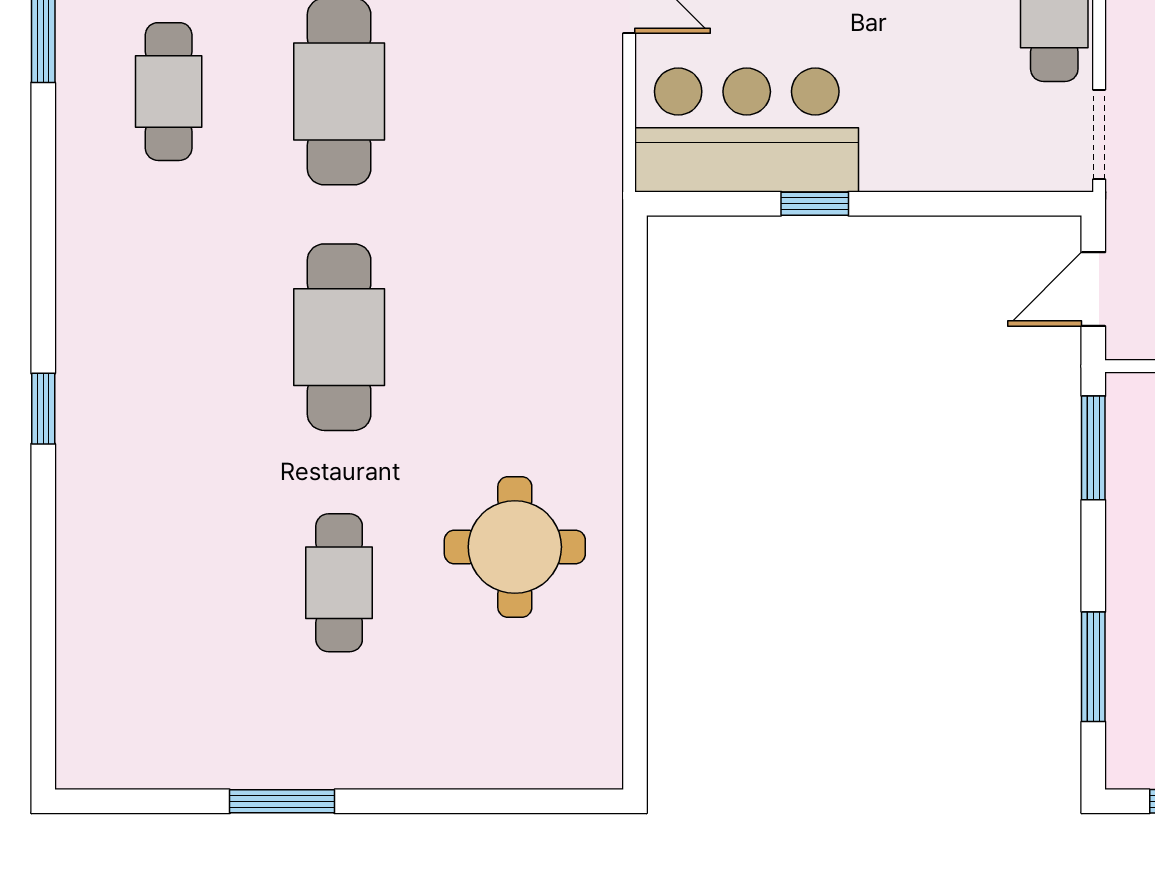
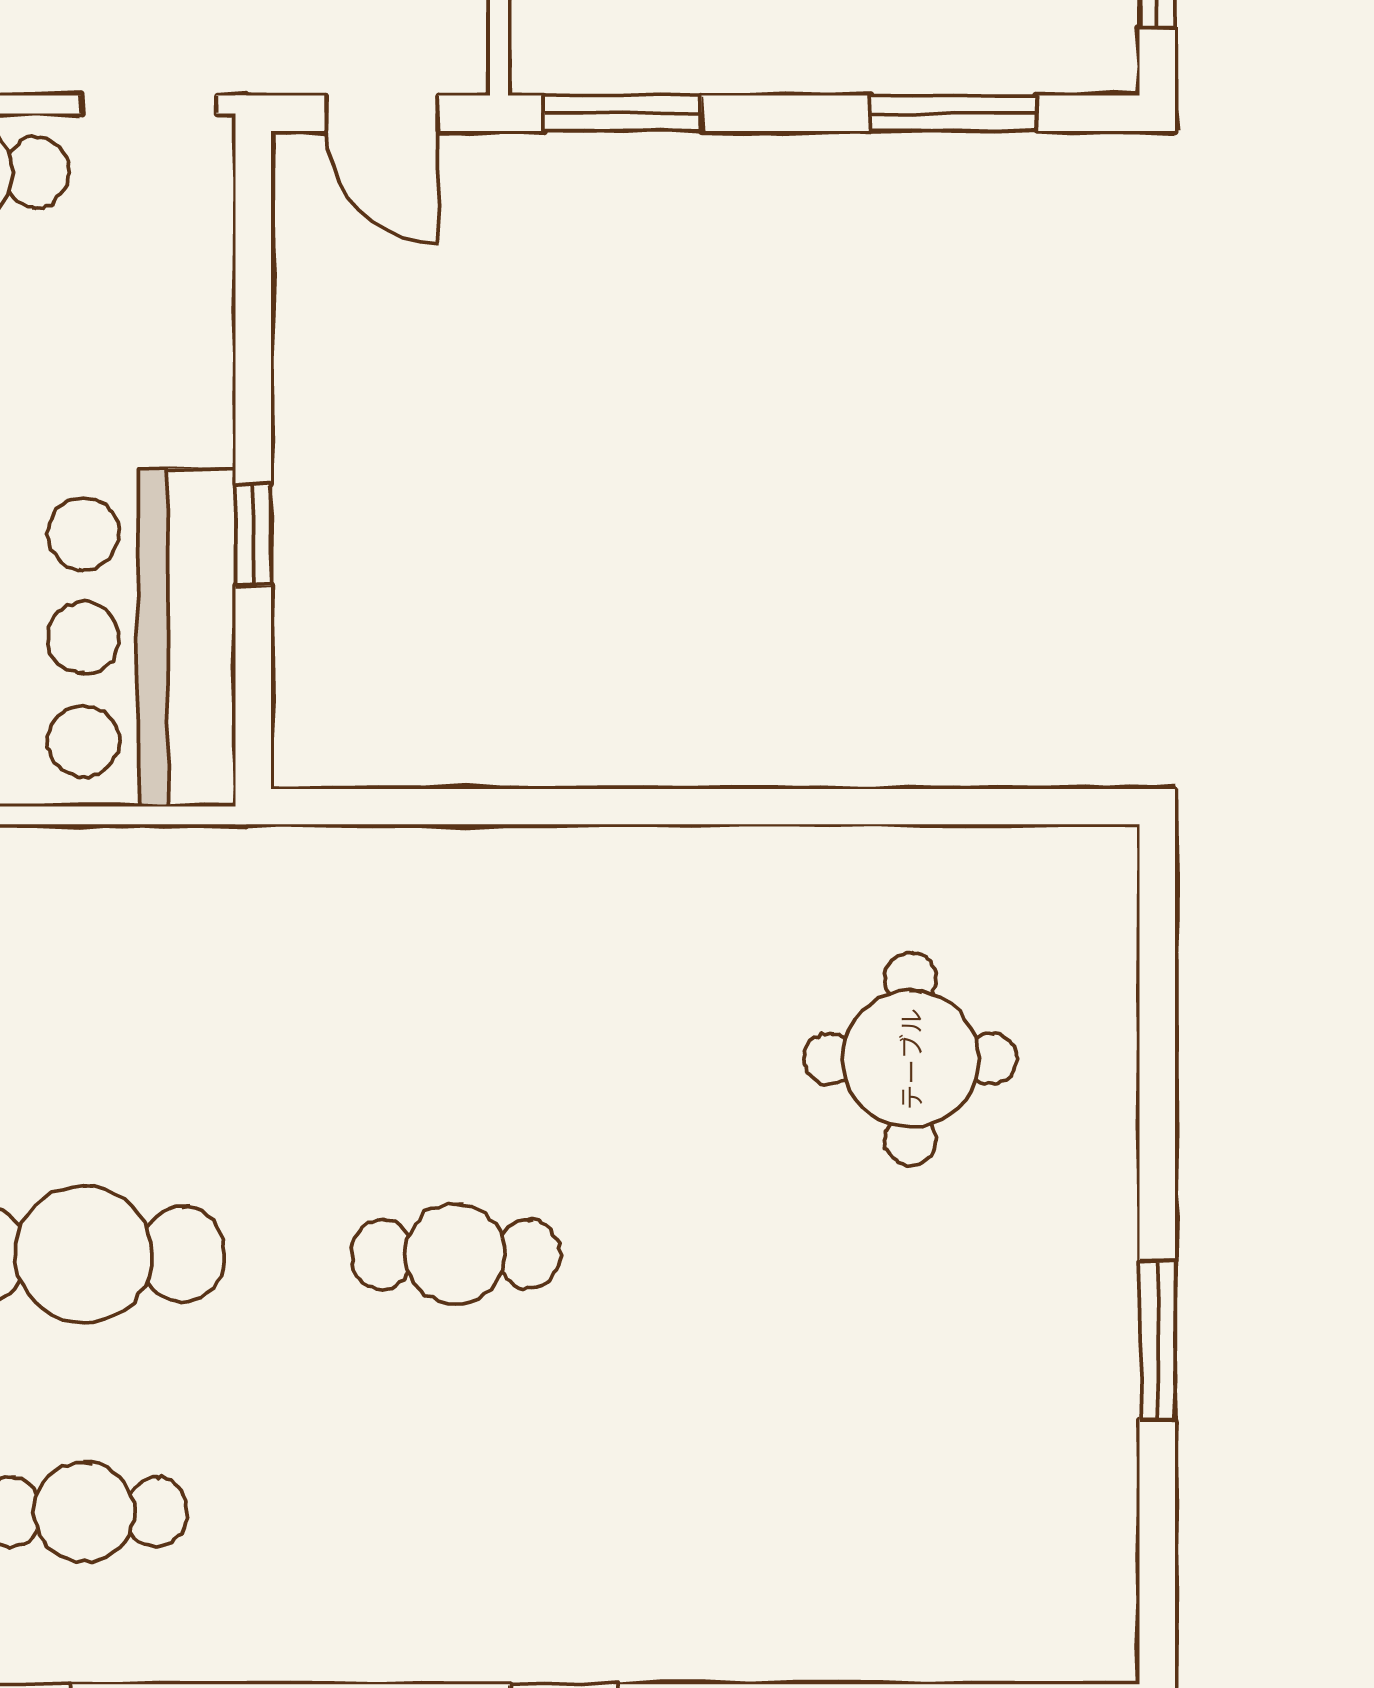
cafe table: (339, 337) -> (455, 1254), width x0.73, depth x0.74
round table: (515, 547) -> (910, 1059), moved
cafe table: (339, 583) -> (827, 1254), removed

